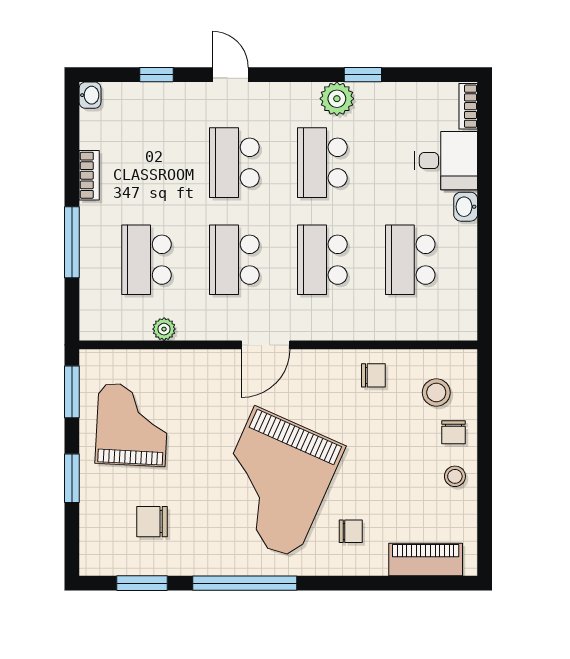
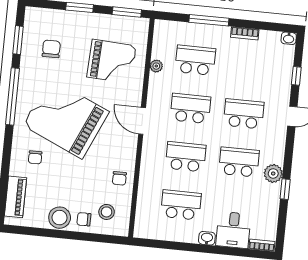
grand piano: (132, 425) -> (112, 61), moved
stool: (455, 476) -> (60, 218), width x1.89, depth x1.89

